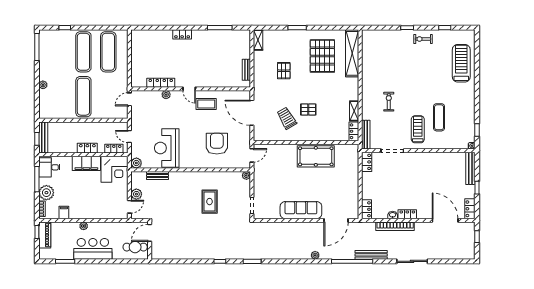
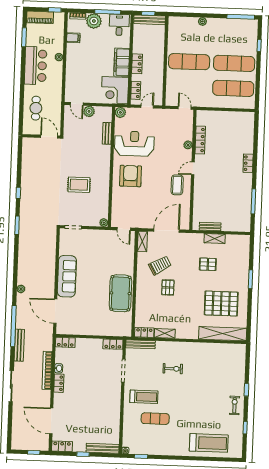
shelving: (258, 40) -> (215, 239), moved
shelving: (264, 136) -> (142, 241), added
armchair: (217, 144) -> (130, 176), moved, turned -90
door: (445, 220) -> (51, 421), swing flipped
door: (150, 233) -> (49, 137), moved
piano: (45, 235) -> (40, 17), moved
wall: (150, 241) -> (41, 136), moved

